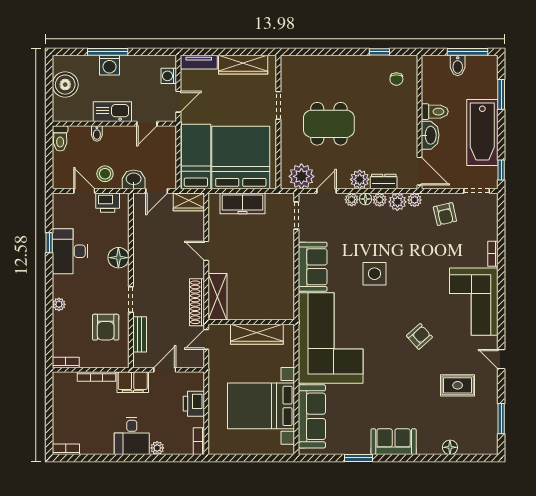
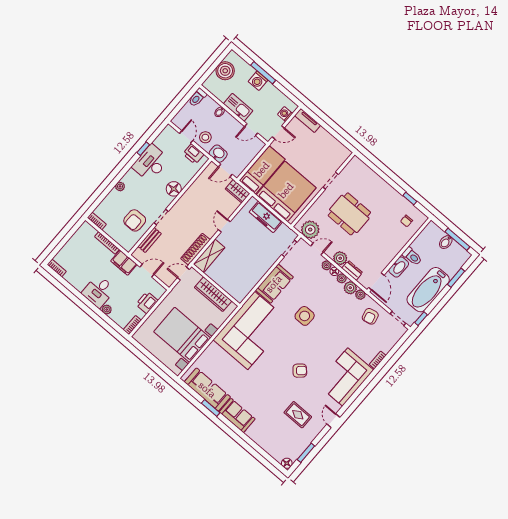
wardrobe: (243, 65) -> (330, 142), removed
sofa: (312, 416) -> (207, 390), moved, turned -90
floor lamp: (450, 447) -> (287, 463), moved

